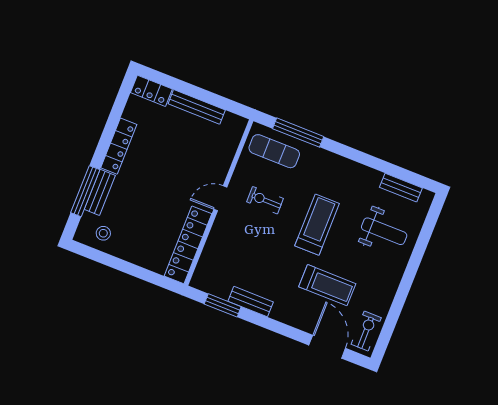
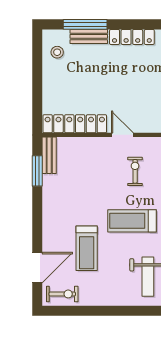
treadmill: (317, 225) -> (132, 221), turned 180
bench: (251, 302) -> (49, 155), moved

